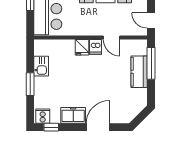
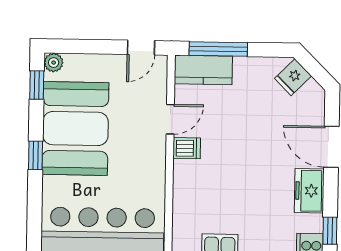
fridge: (82, 47) -> (293, 77), moved, turned 135
kitchen counter: (139, 72) -> (203, 70), moved

